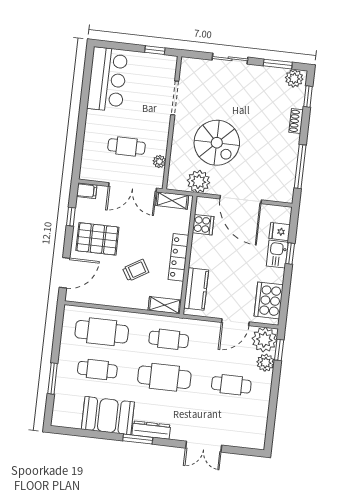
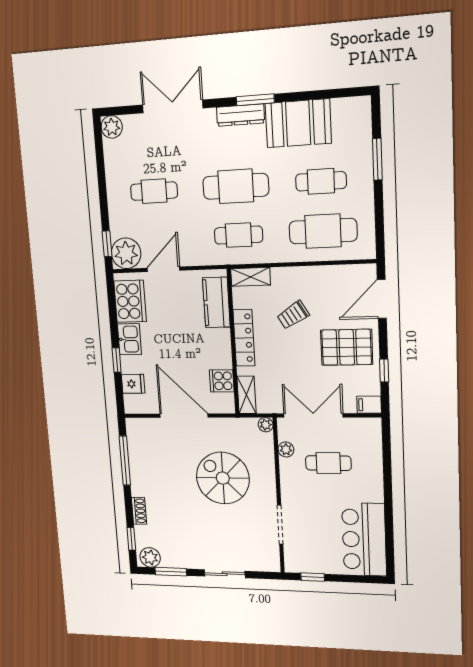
plant: (199, 182) -> (266, 425), moved, width x0.53, depth x0.53
shelving: (172, 200) -> (246, 395), moved, turned 90
kitchen sink: (277, 254) -> (129, 339), moved
plant: (266, 363) -> (112, 127), moved
double door: (204, 447) -> (173, 106), width x1.37

